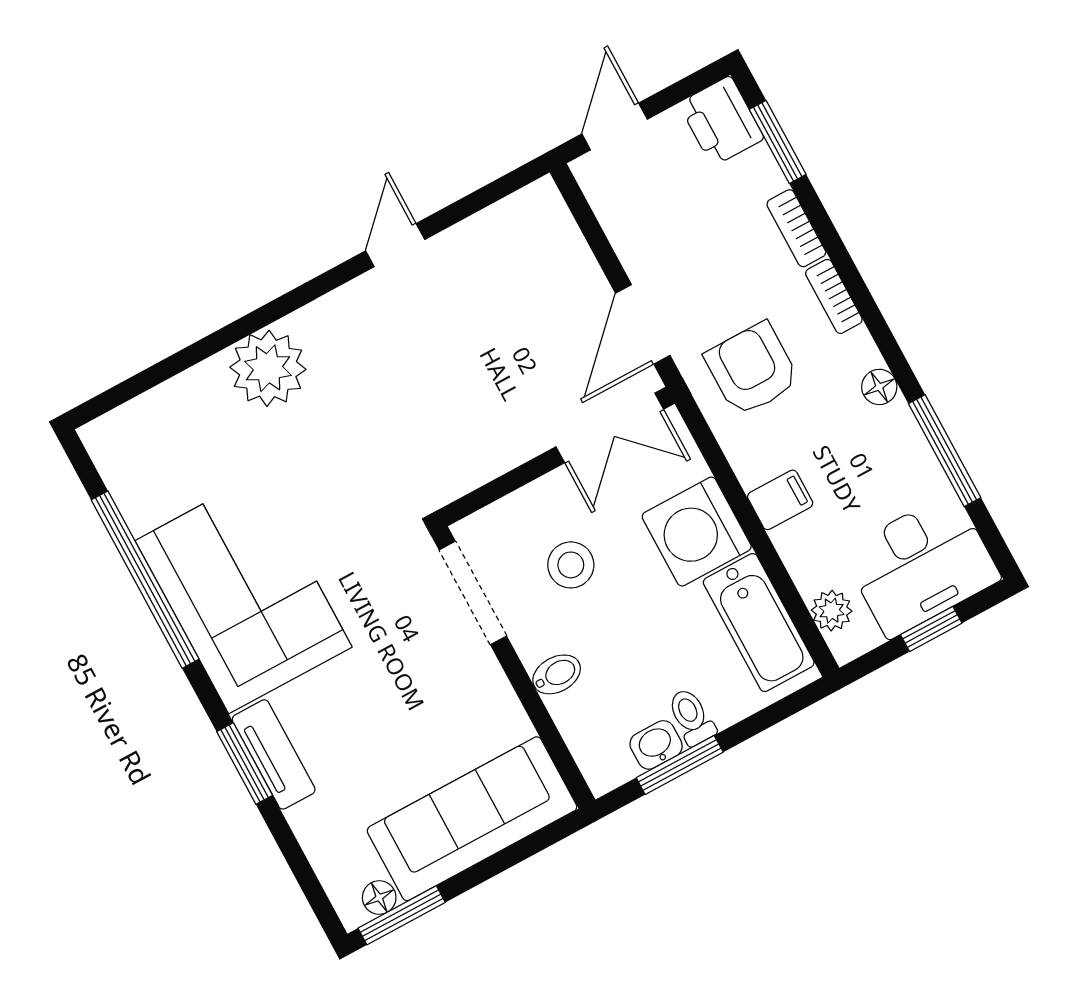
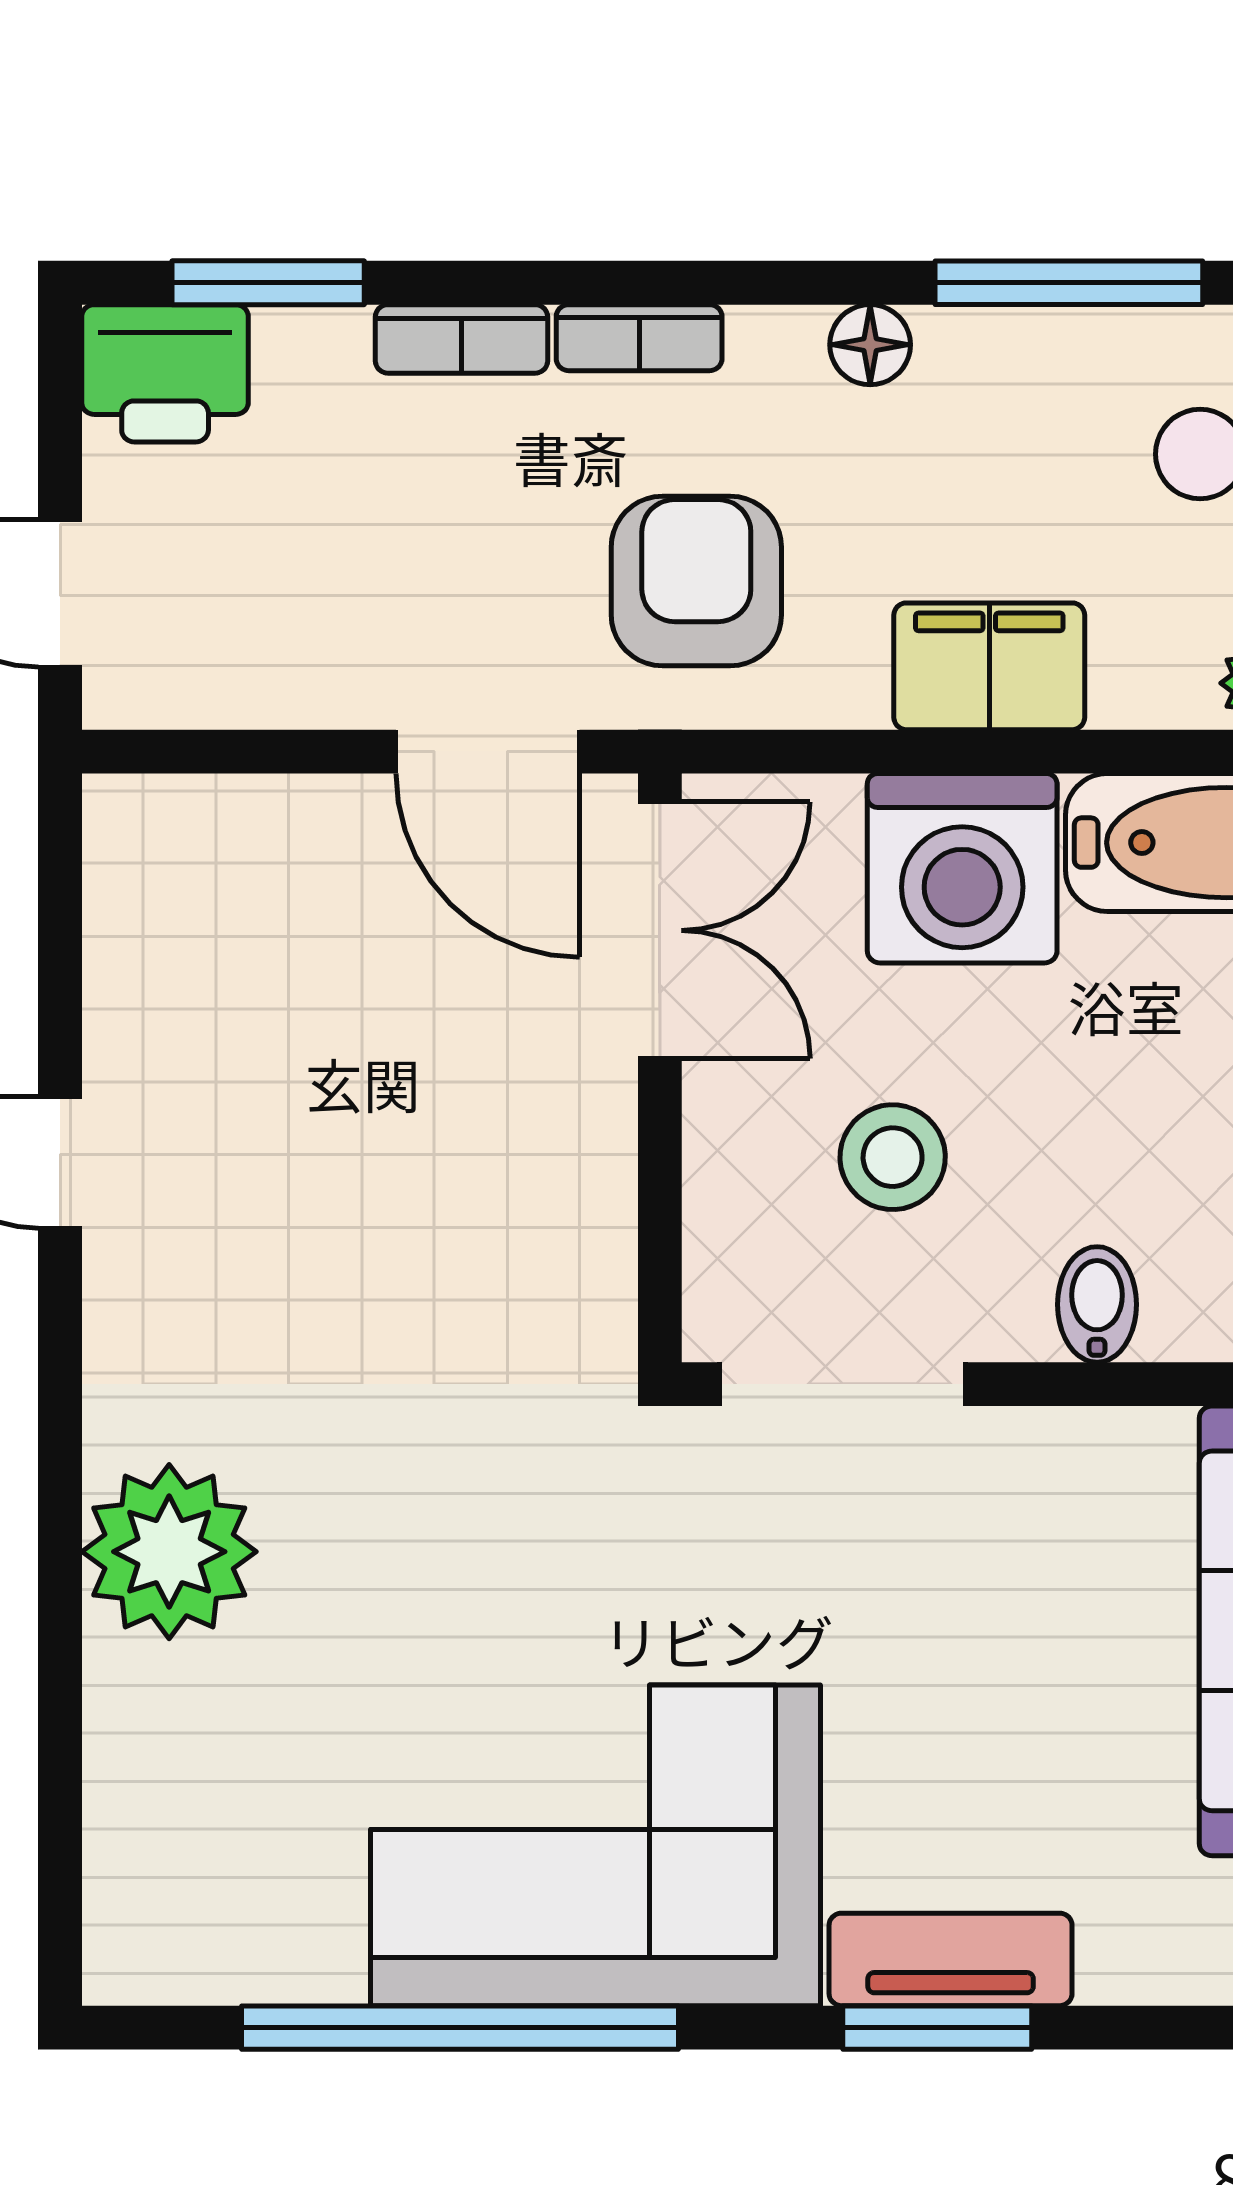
armchair: (752, 369) -> (696, 581), turned 90
filing cabinet: (780, 500) -> (989, 666), width x2.00

